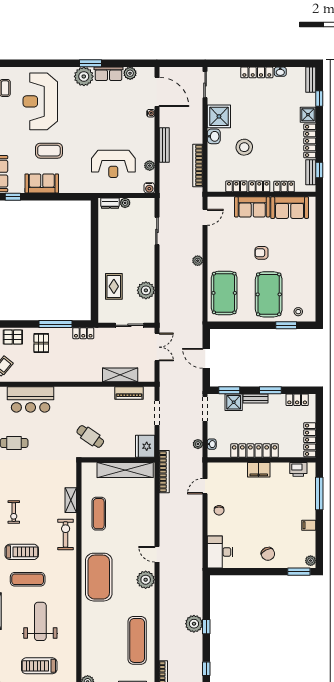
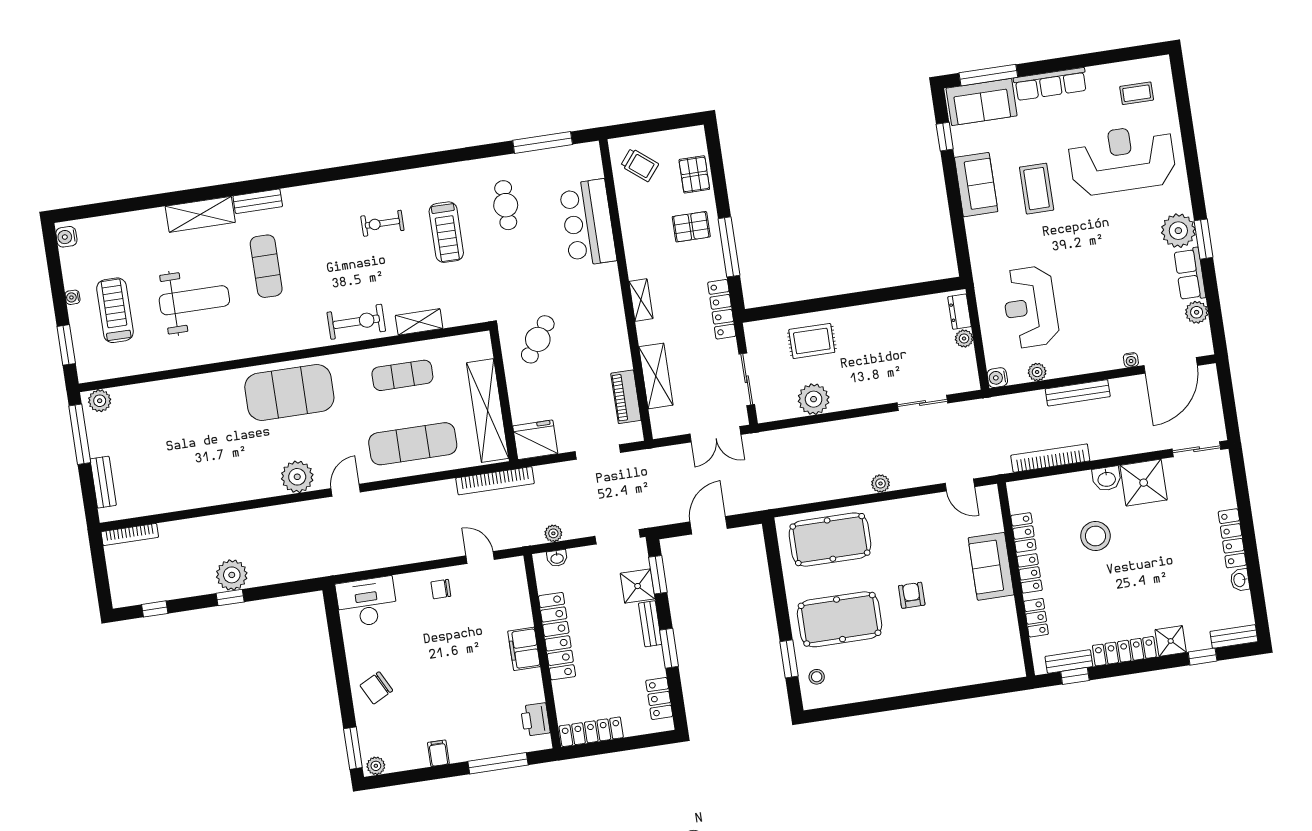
sofa: (290, 208) -> (1000, 633), removed
locker: (83, 333) -> (722, 309), width x1.53
shelving: (77, 377) -> (641, 300), added
treadmill: (22, 552) -> (446, 232), moved
exercise mat: (137, 640) -> (413, 444), moved

